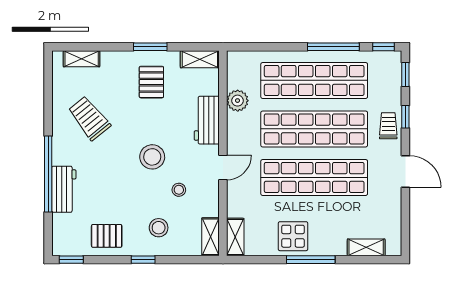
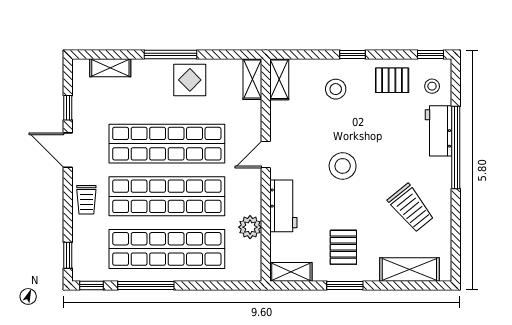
shelving: (82, 59) -> (409, 270), width x1.50, depth x1.33
window: (405, 117) -> (68, 108), moved
stool: (179, 190) -> (432, 86), moved

